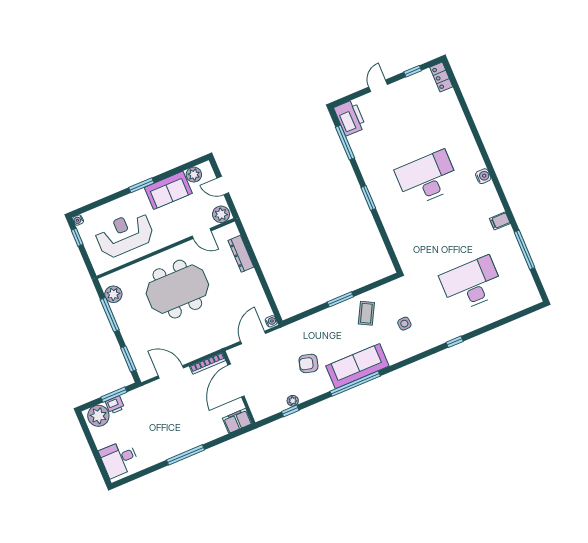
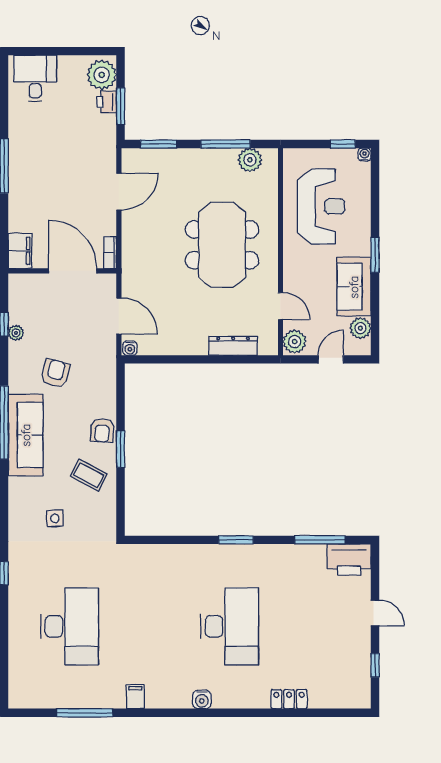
locker: (441, 77) -> (289, 699), moved
door: (202, 233) -> (280, 306), swing flipped
armchair: (333, 317) -> (102, 430), added
bookcase: (208, 363) -> (110, 252), width x0.64

